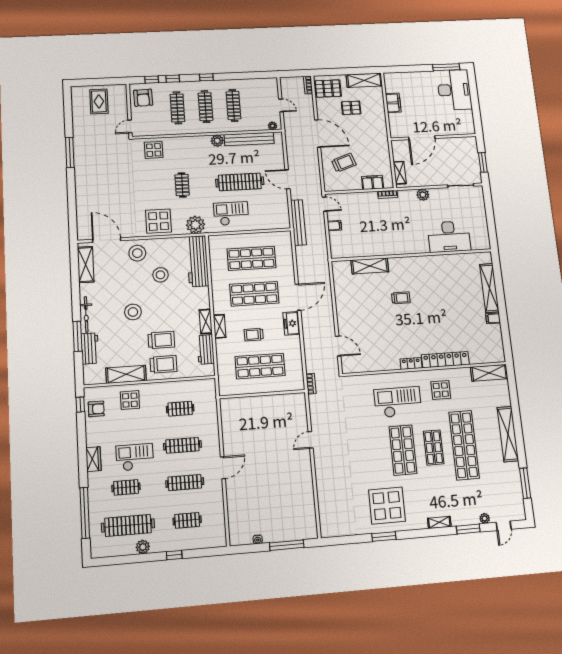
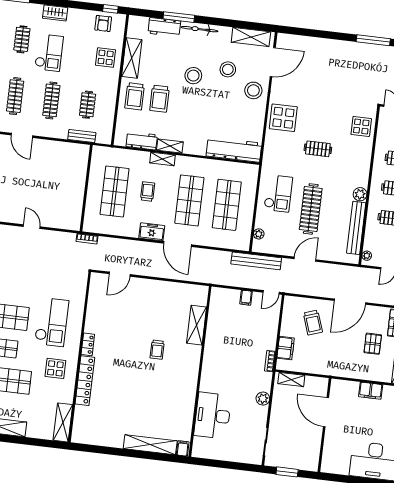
plant: (195, 225) -> (259, 234), moved, width x0.53, depth x0.53
stool: (160, 275) -> (228, 69), moved
filing cabinet: (493, 318) -> (183, 448), moved
bench: (212, 408) -> (82, 136), added

